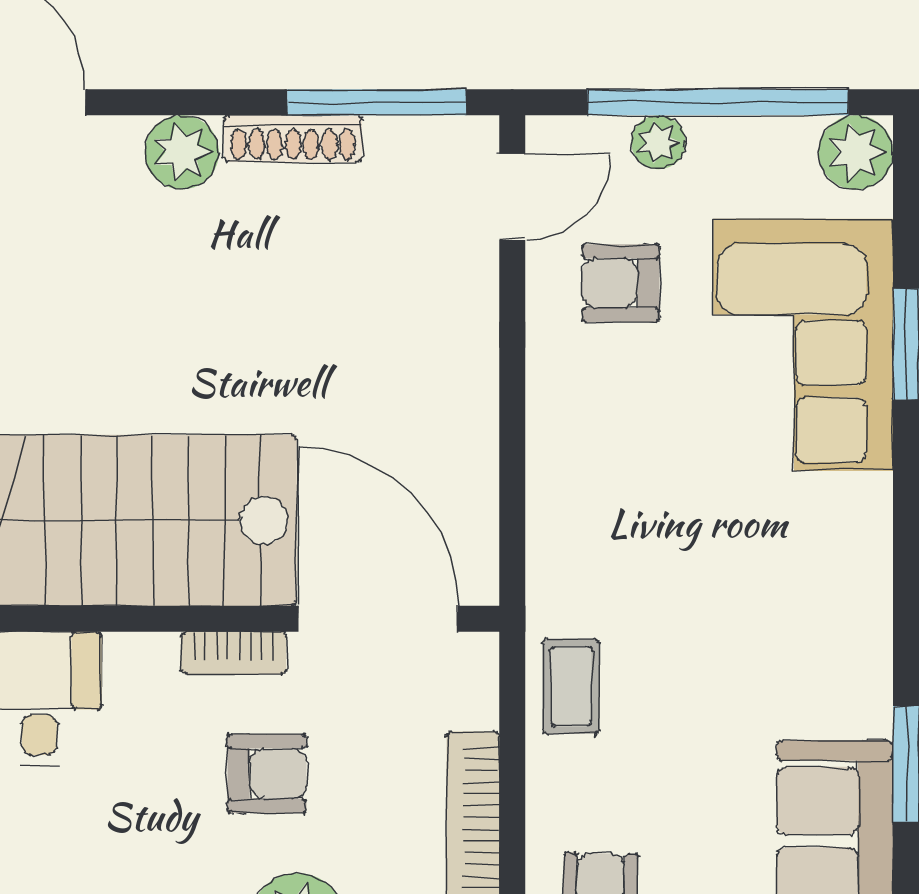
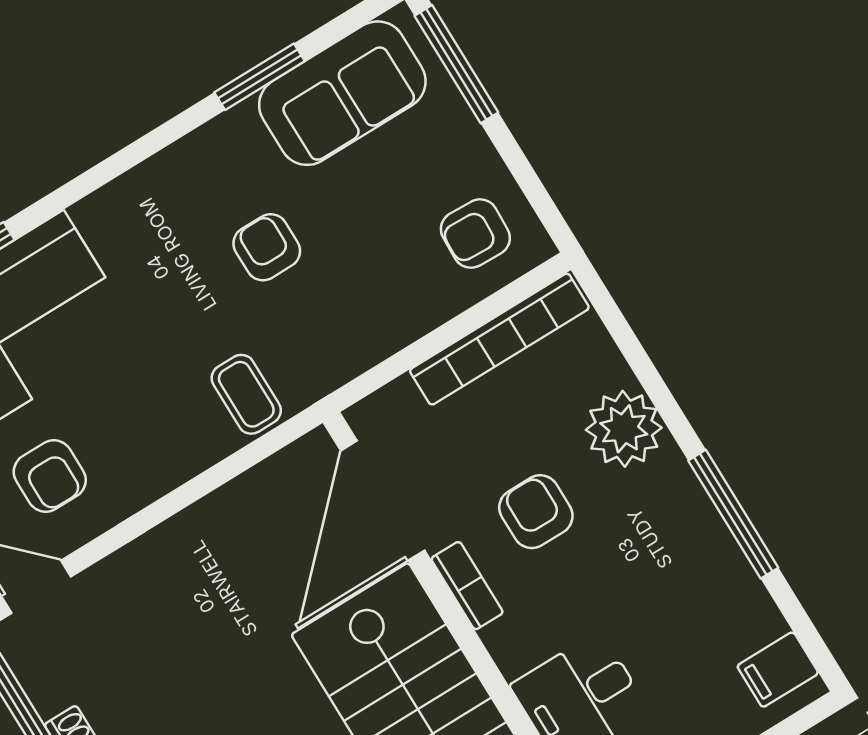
armchair: (721, 661) -> (267, 247), added
coffee table: (571, 686) -> (246, 394), moved, turned 90

